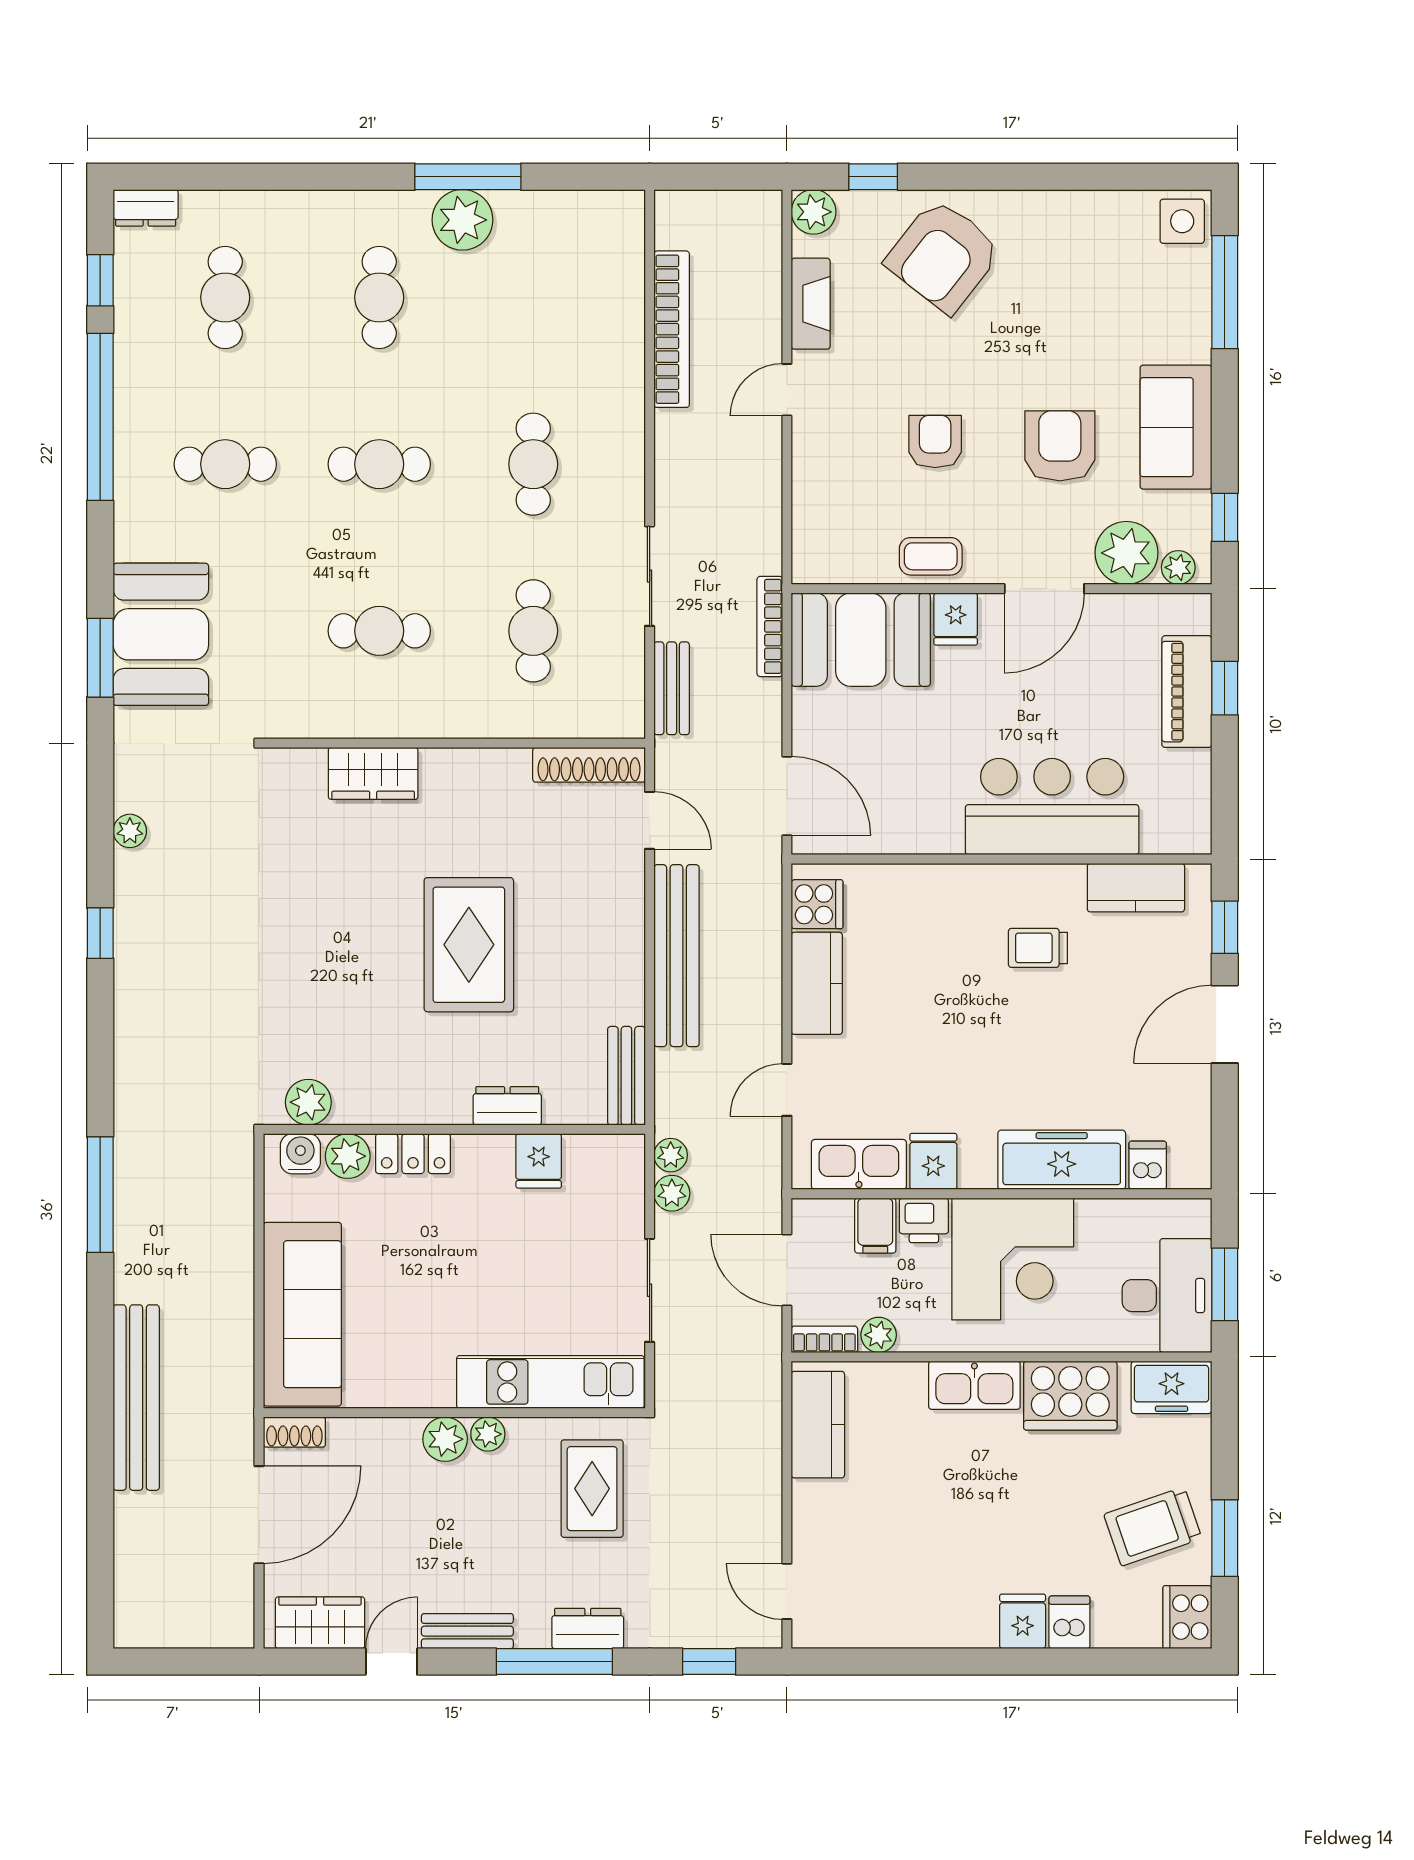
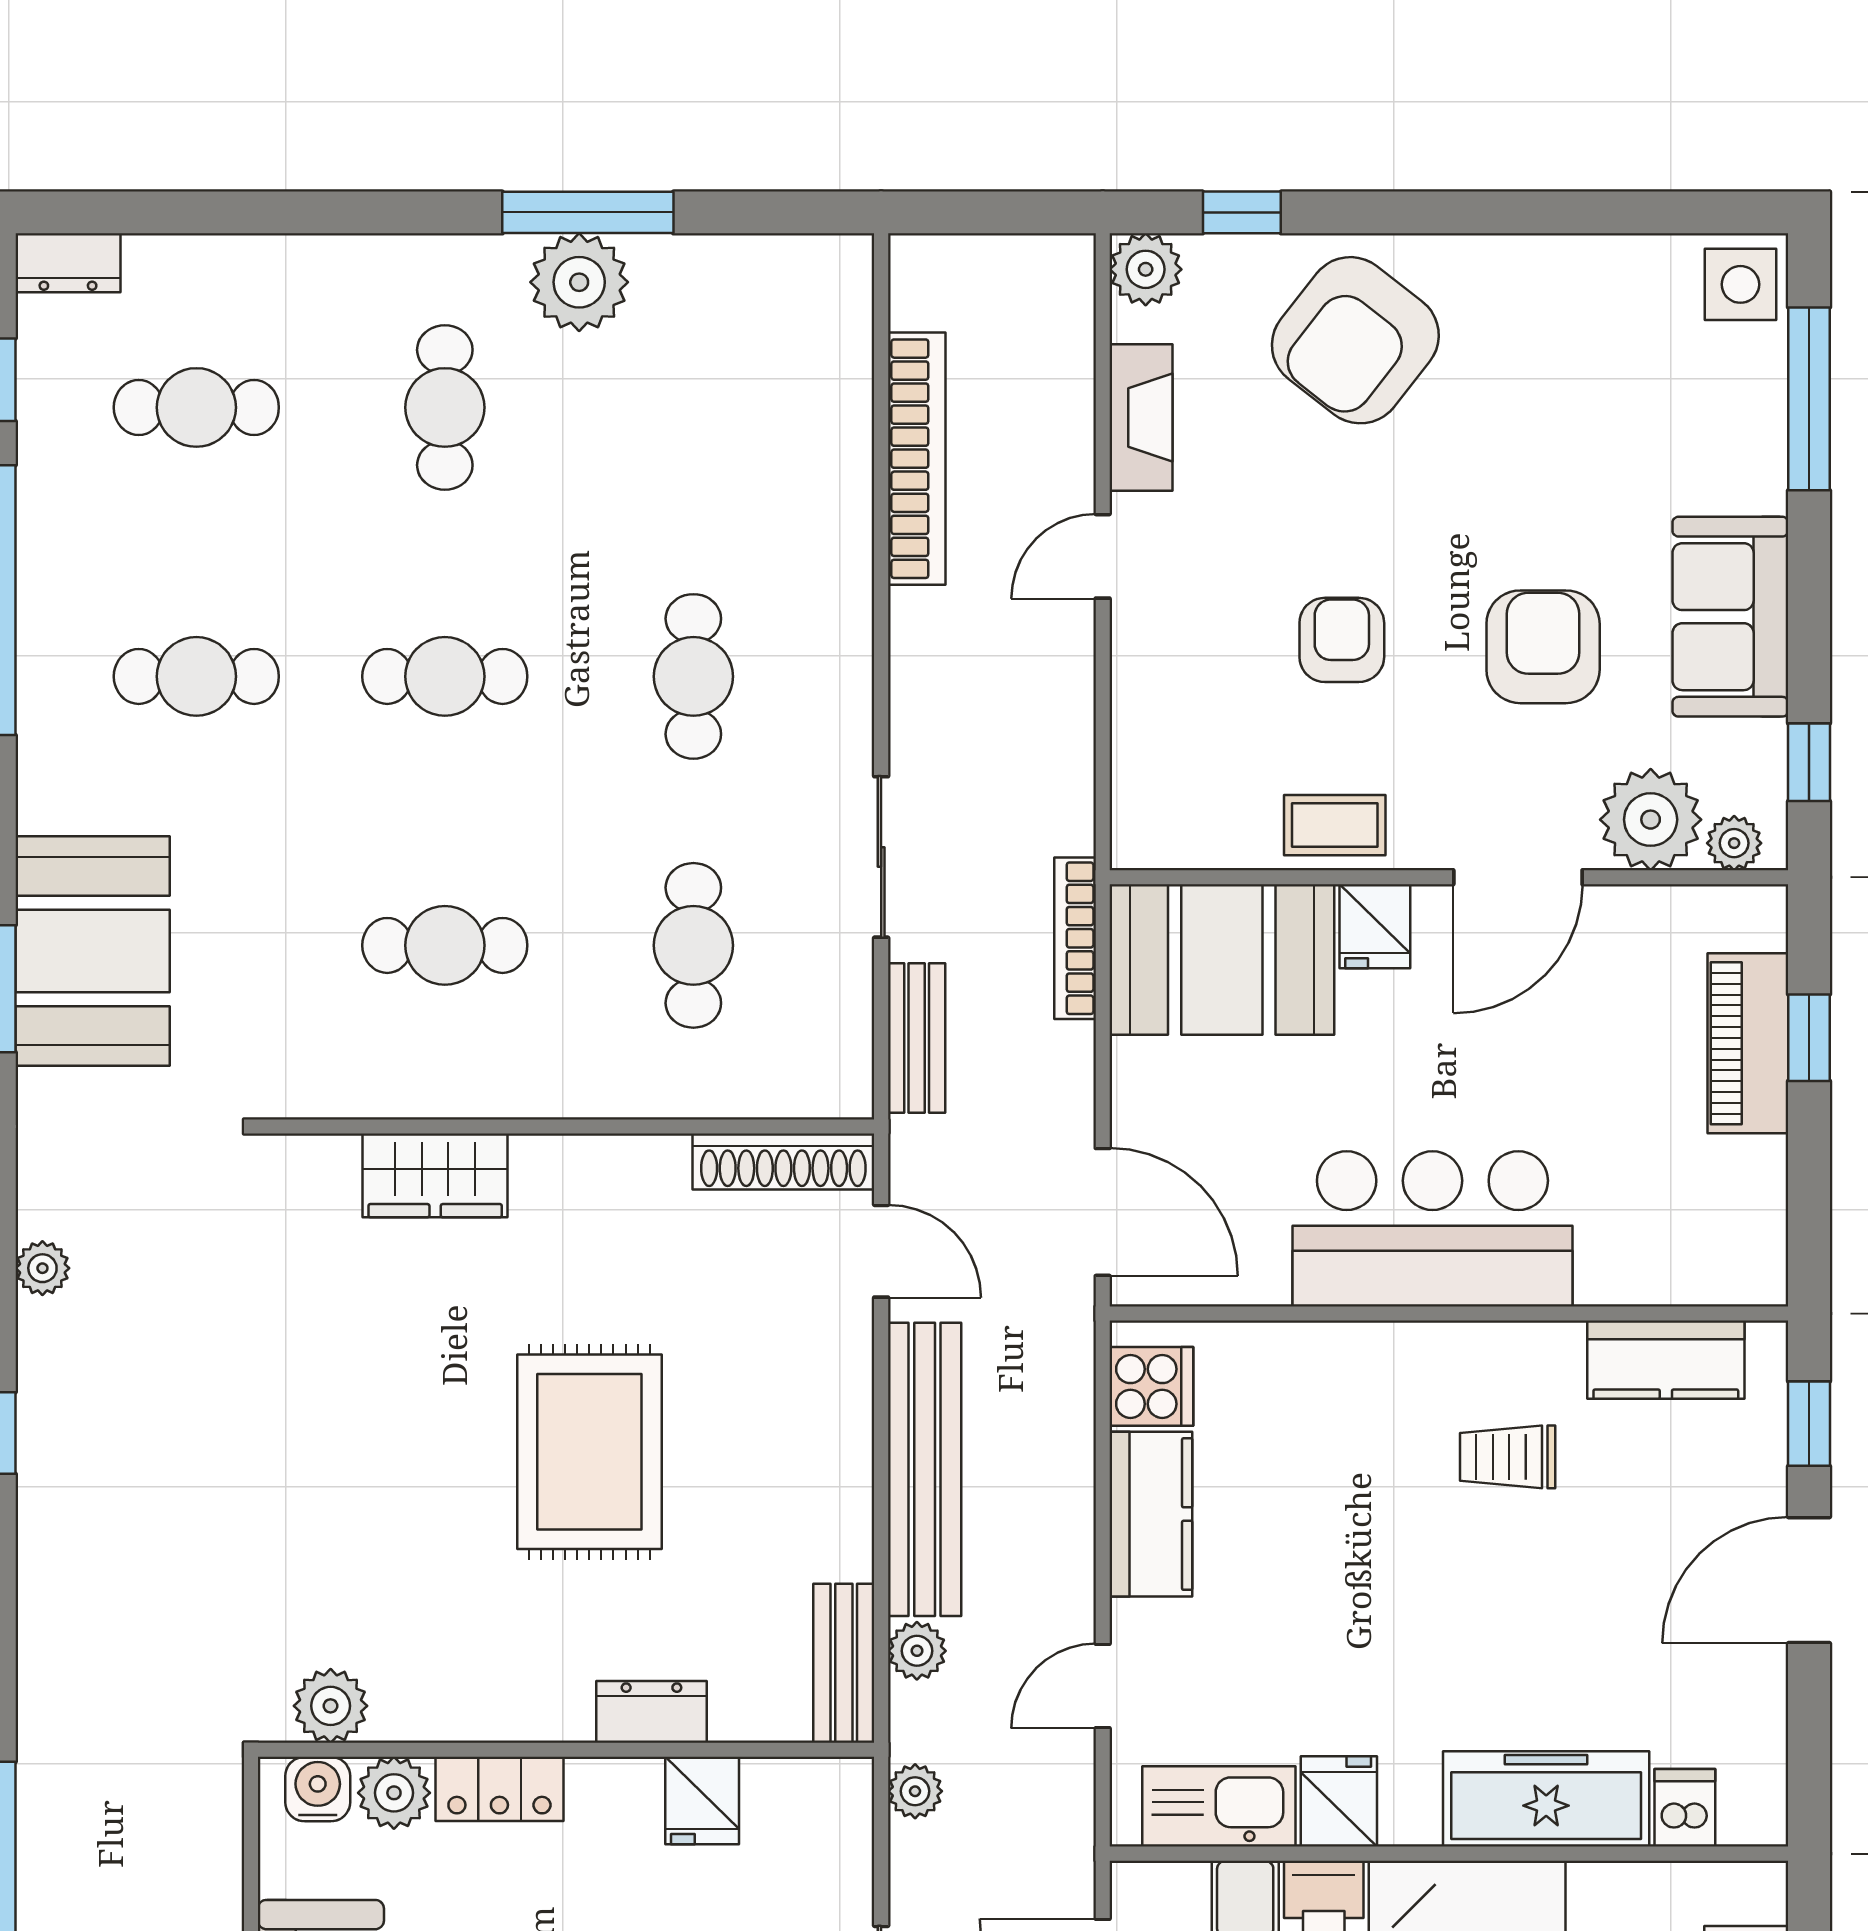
cafe table: (225, 297) -> (196, 407), turned 90
bar counter: (1052, 807) -> (1432, 1229), moved
plant: (672, 1193) -> (917, 1651), moved

